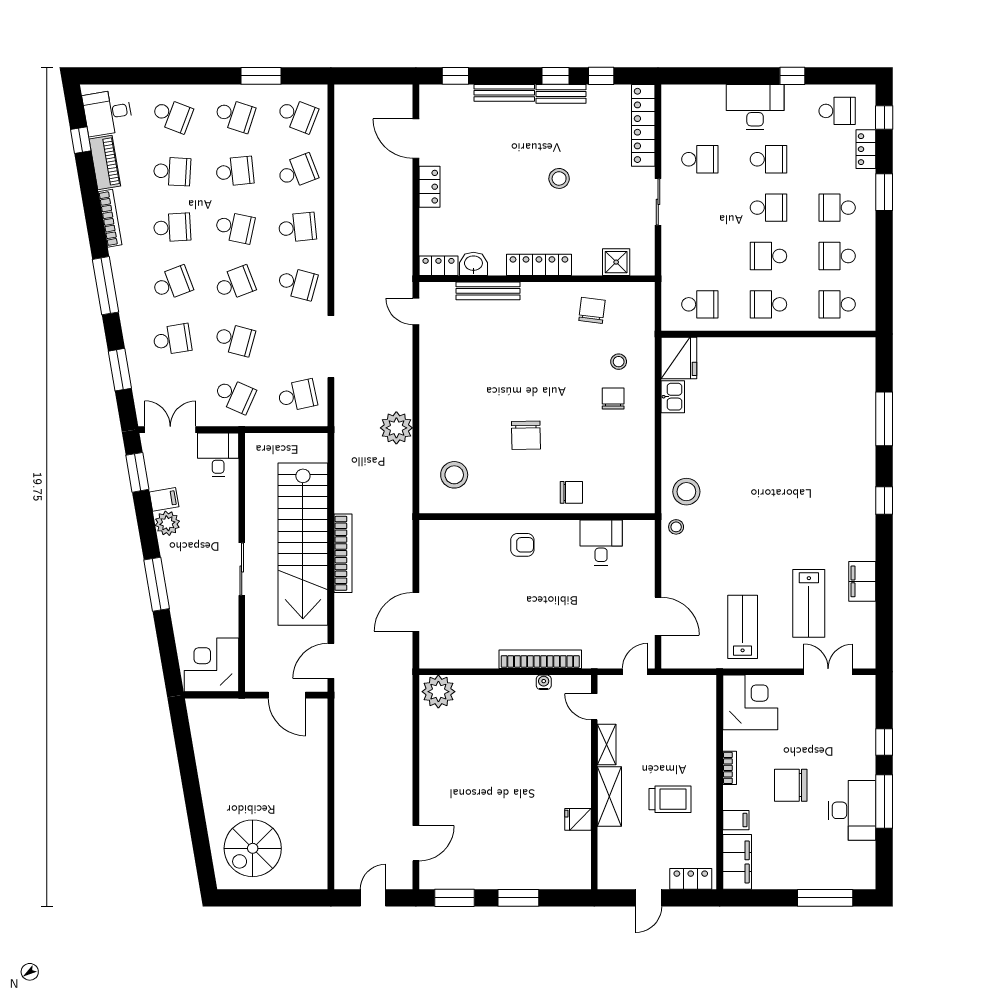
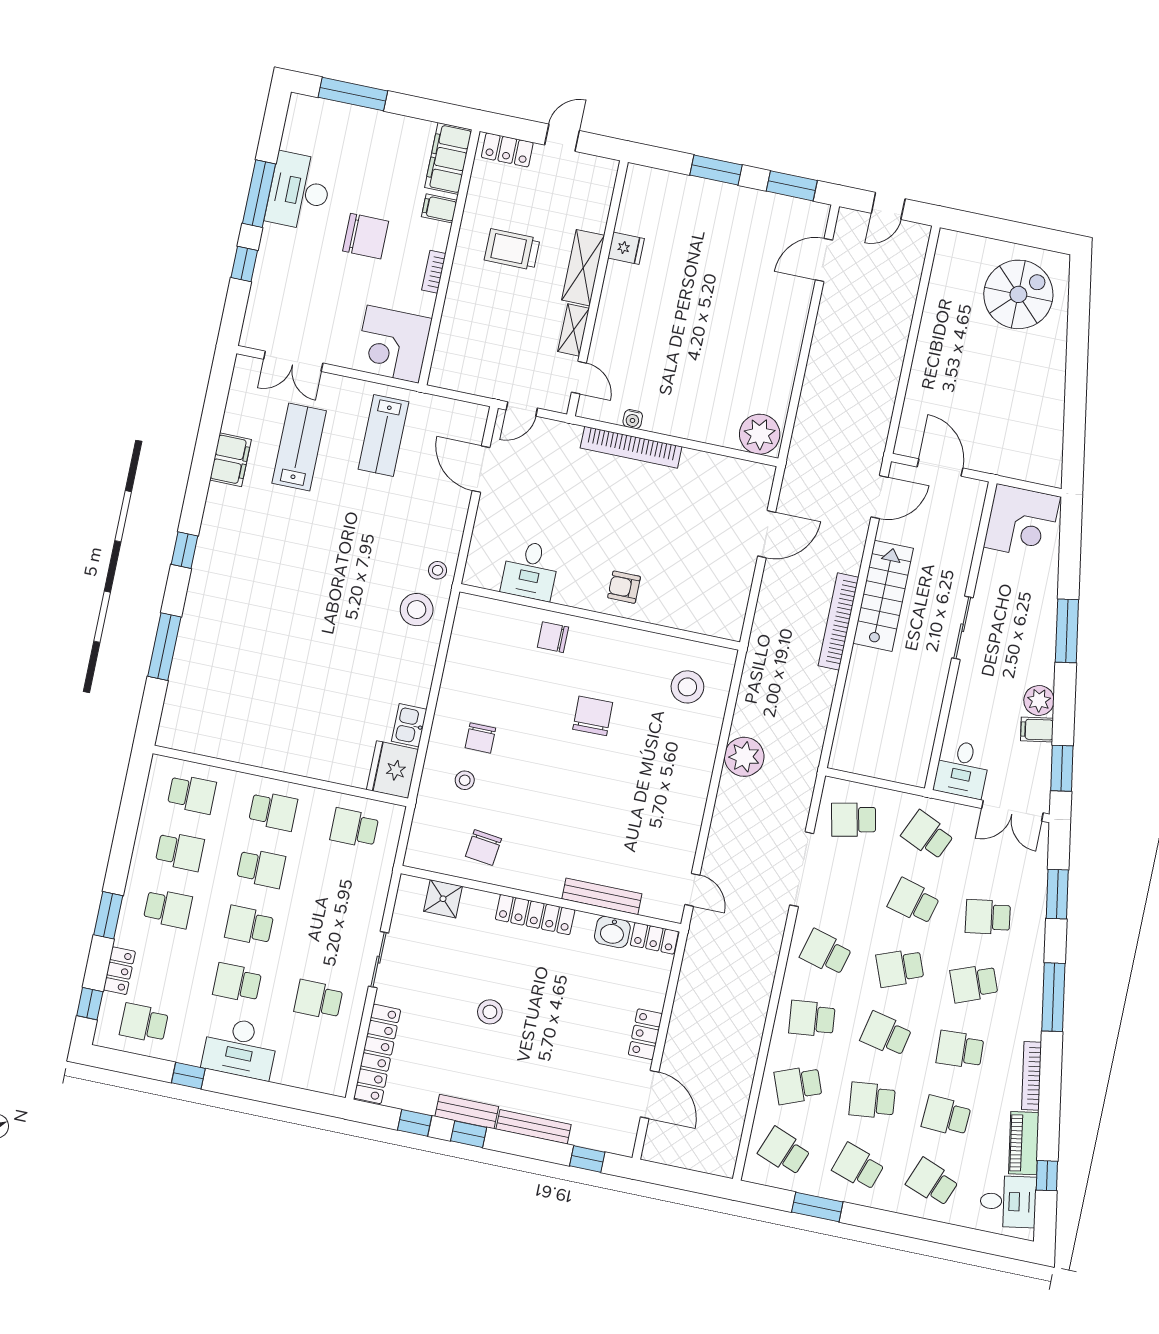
stairs: (303, 544) -> (883, 596), width x0.54, depth x0.66

